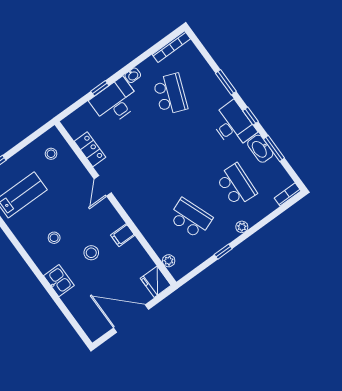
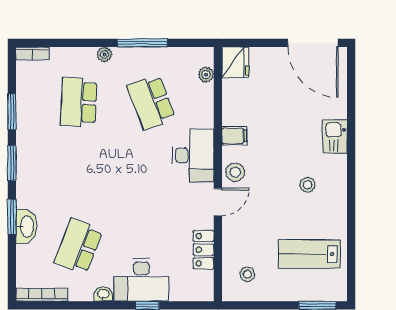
window: (250, 116) -> (12, 163), width x1.50
desk: (233, 125) -> (193, 155), moved, turned 180
washbasin: (260, 149) -> (26, 226), moved
window: (223, 252) -> (142, 43), width x2.17
stool: (91, 253) -> (235, 172), moved
door: (131, 319) -> (313, 43), moved

